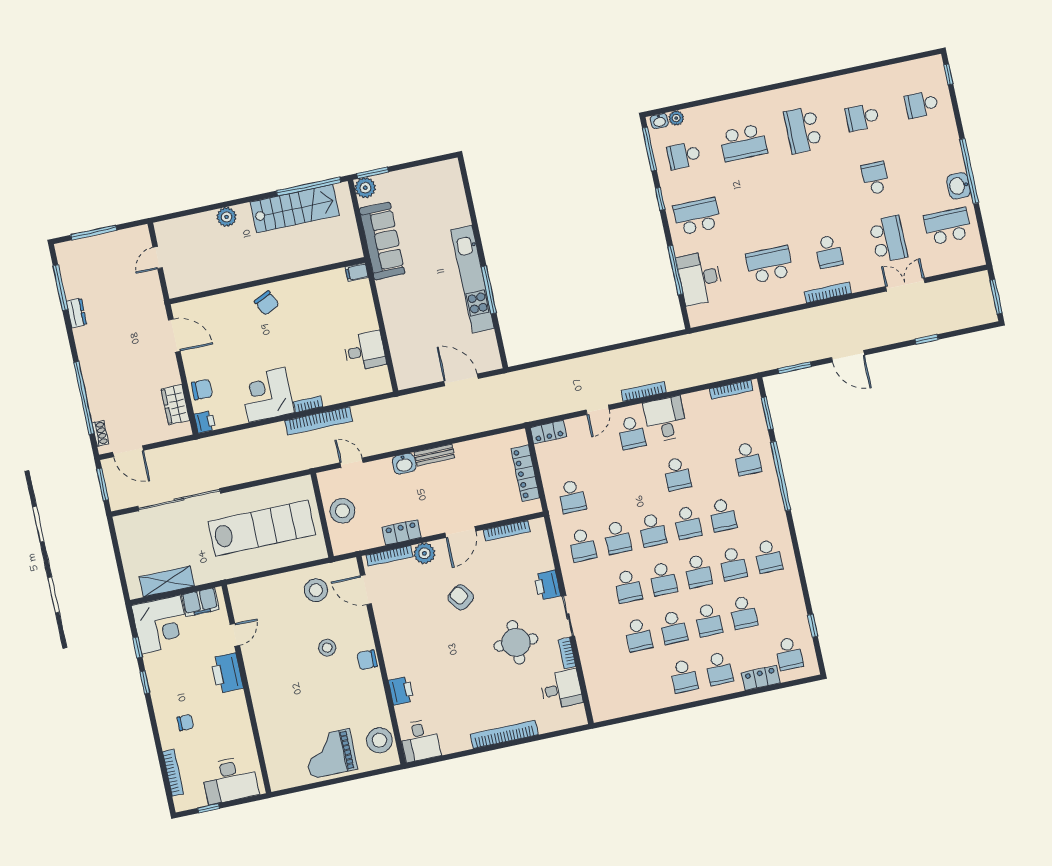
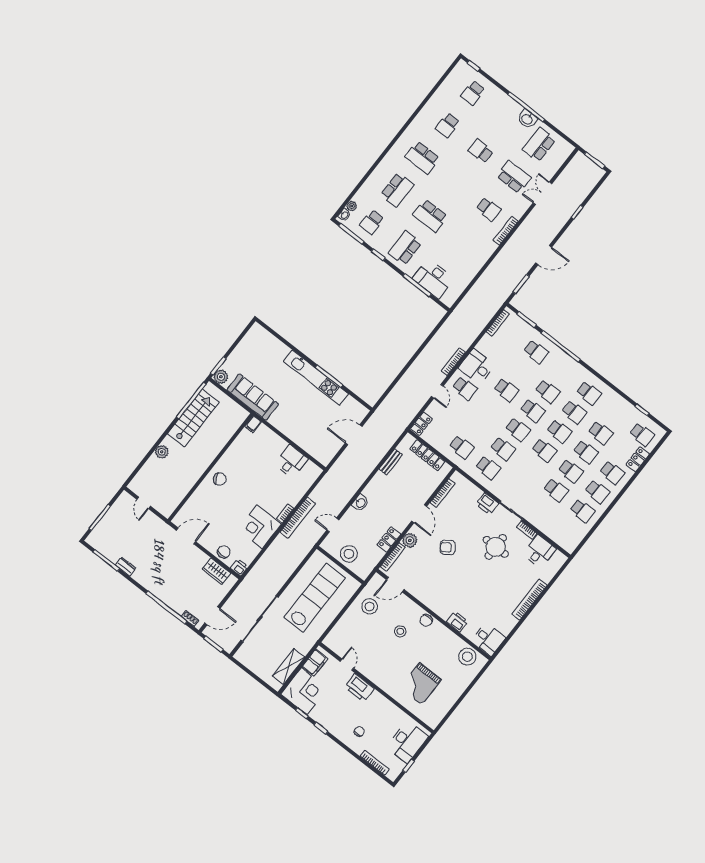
school desk: (769, 264) -> (430, 216), moved, turned -90
bench: (435, 455) -> (391, 462), moved
school desk: (628, 586) -> (582, 511), moved
grand piano: (330, 754) -> (421, 684), moved

